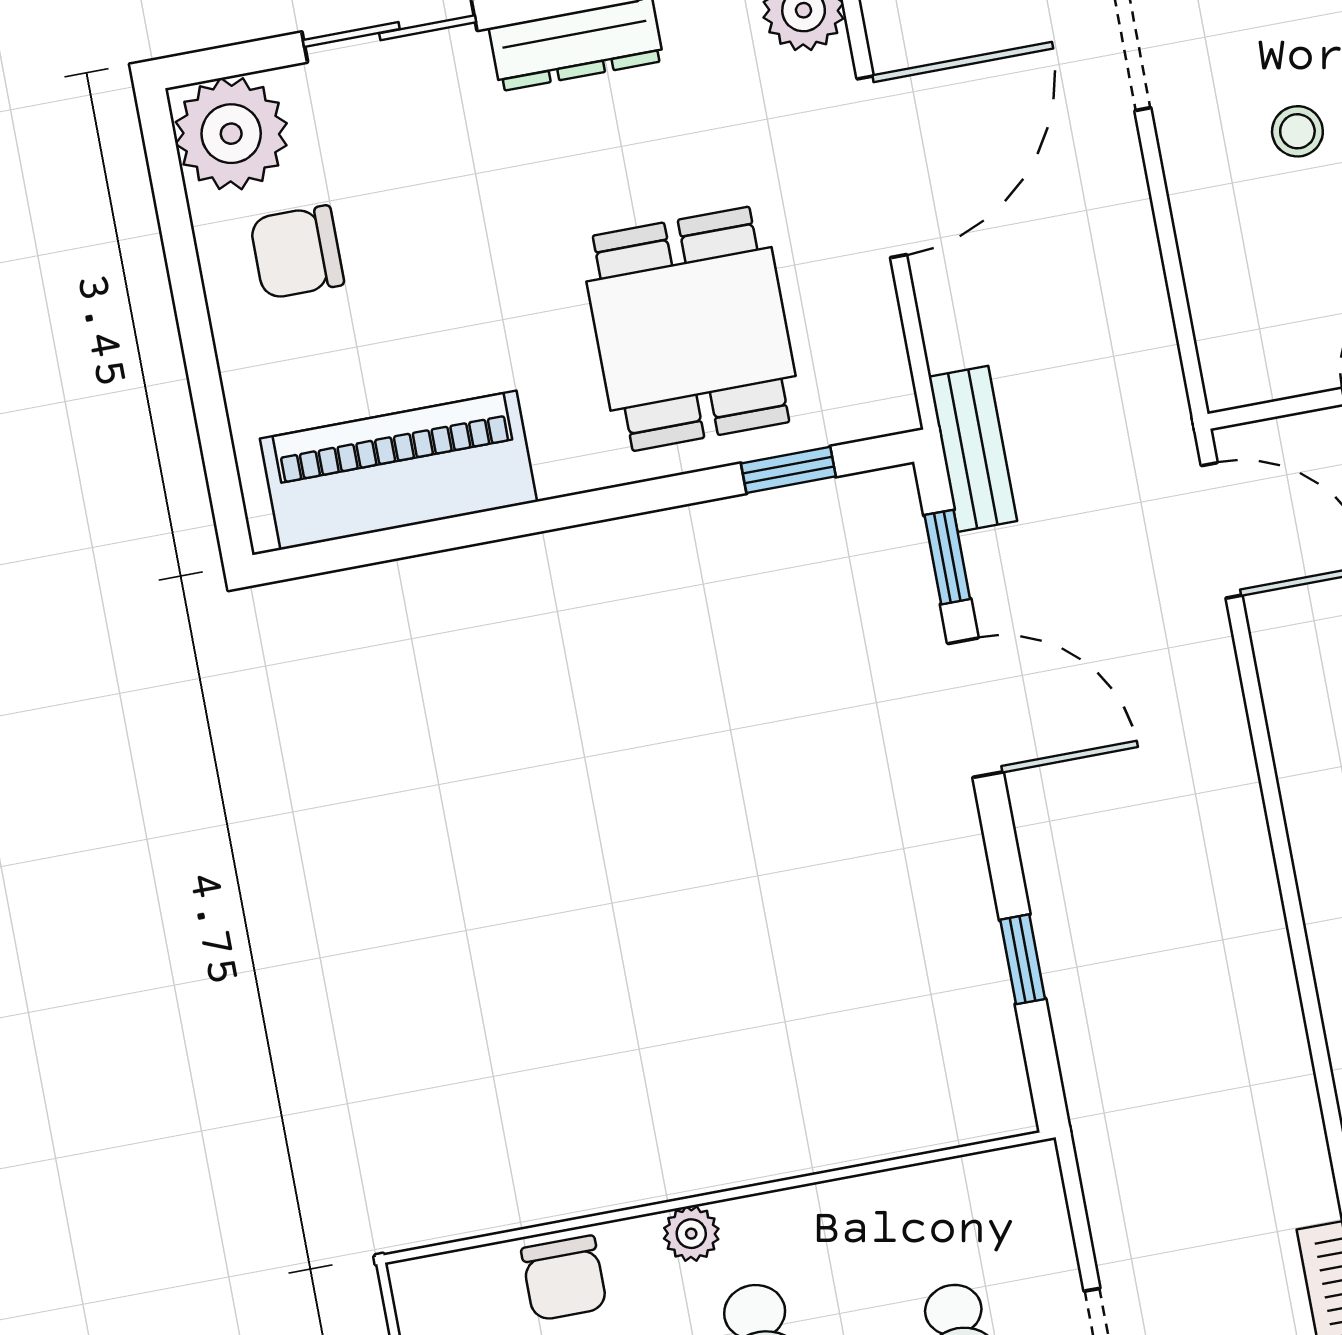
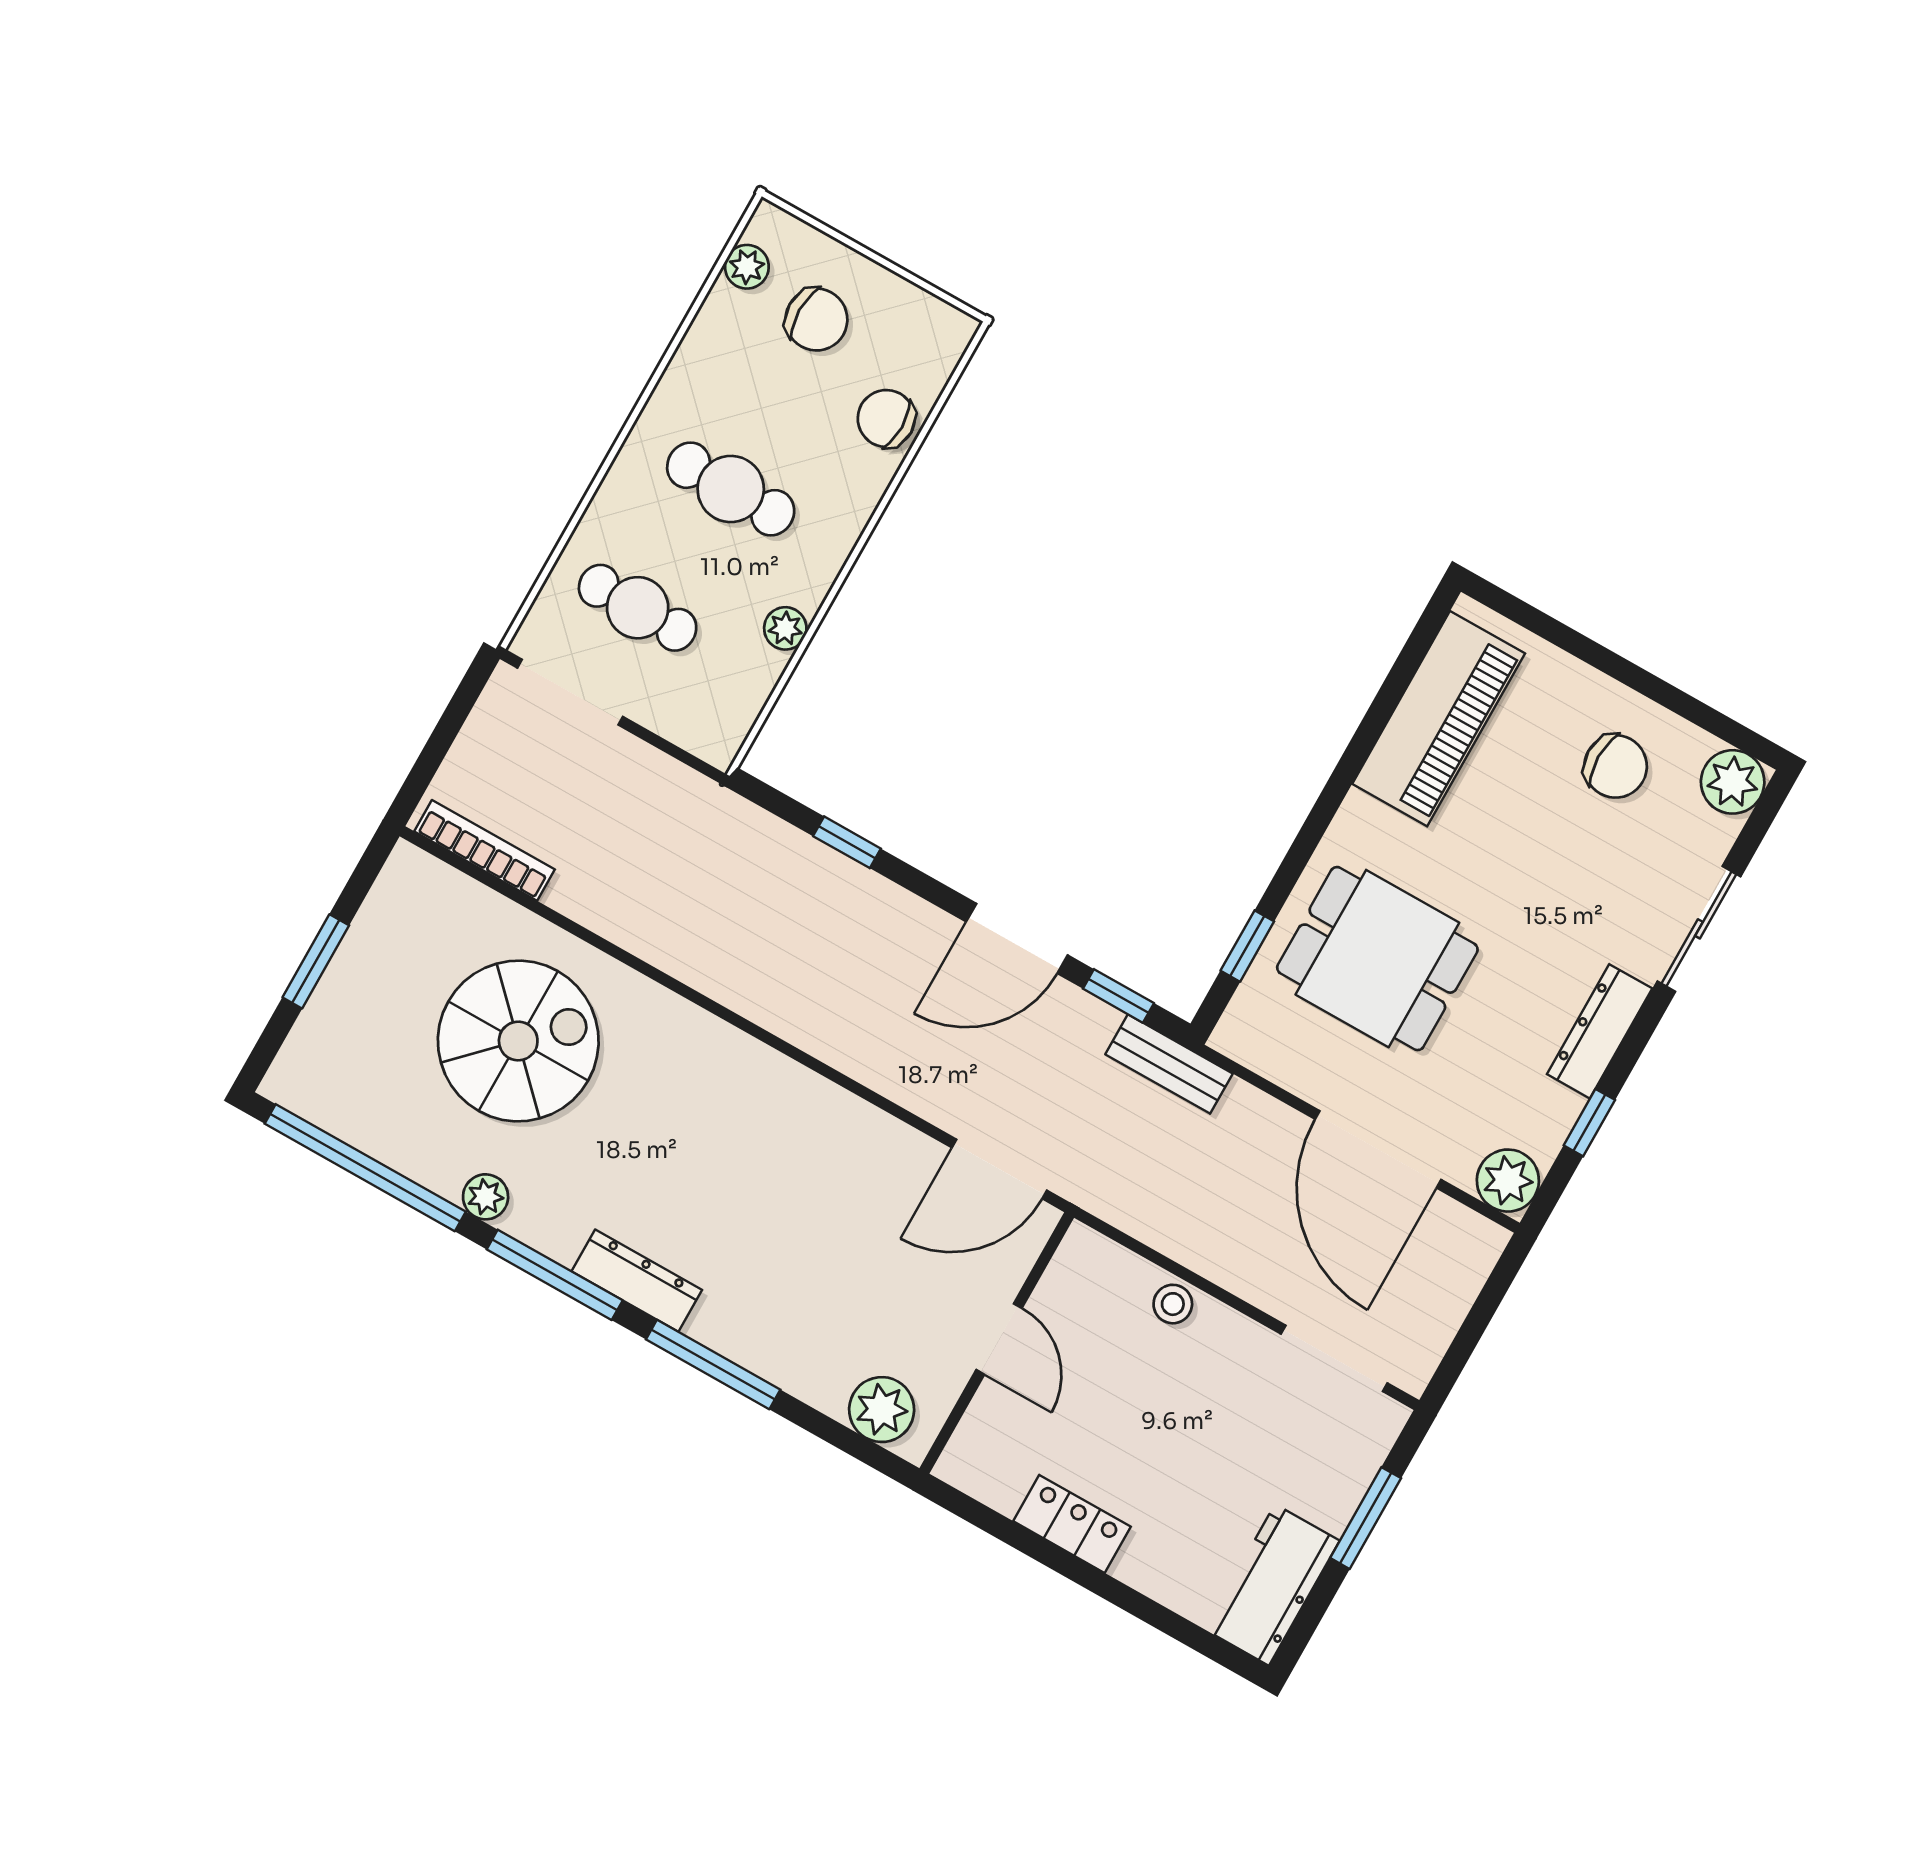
stool: (1297, 131) -> (1173, 1304), moved
plant: (231, 134) -> (1733, 782), width x0.73, depth x0.73
chair: (297, 252) -> (1616, 766), turned 90
plant: (691, 1234) -> (785, 628), moved

